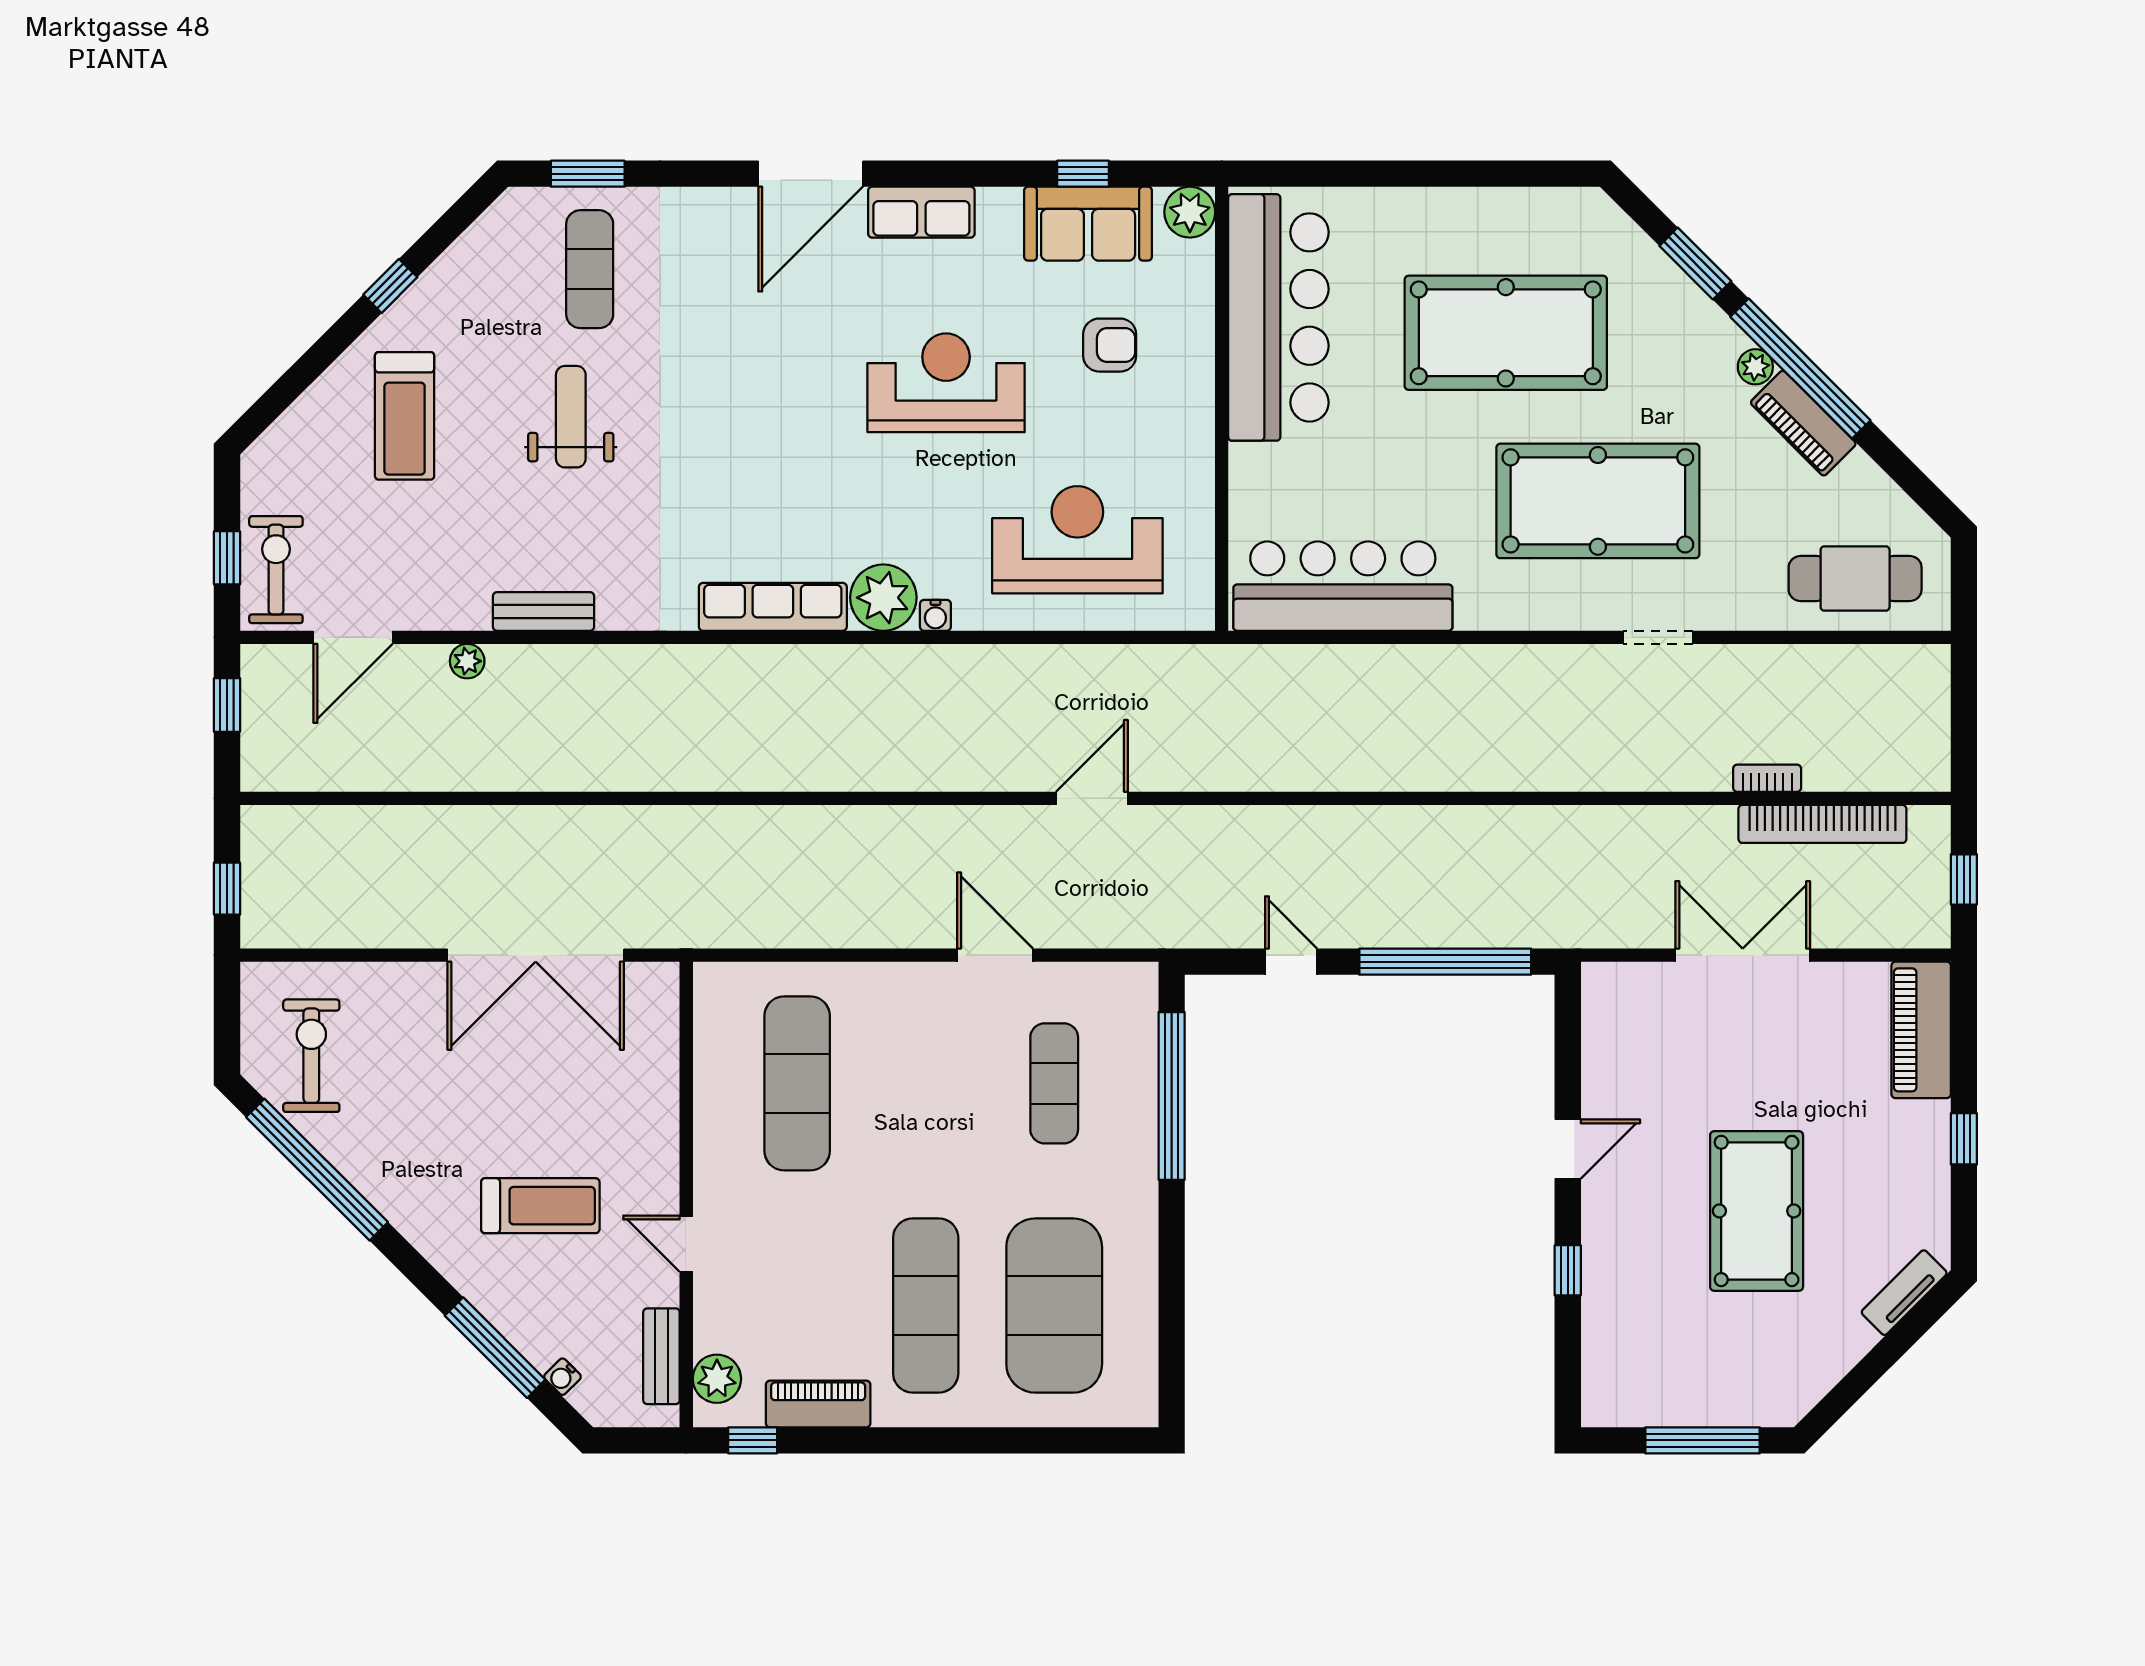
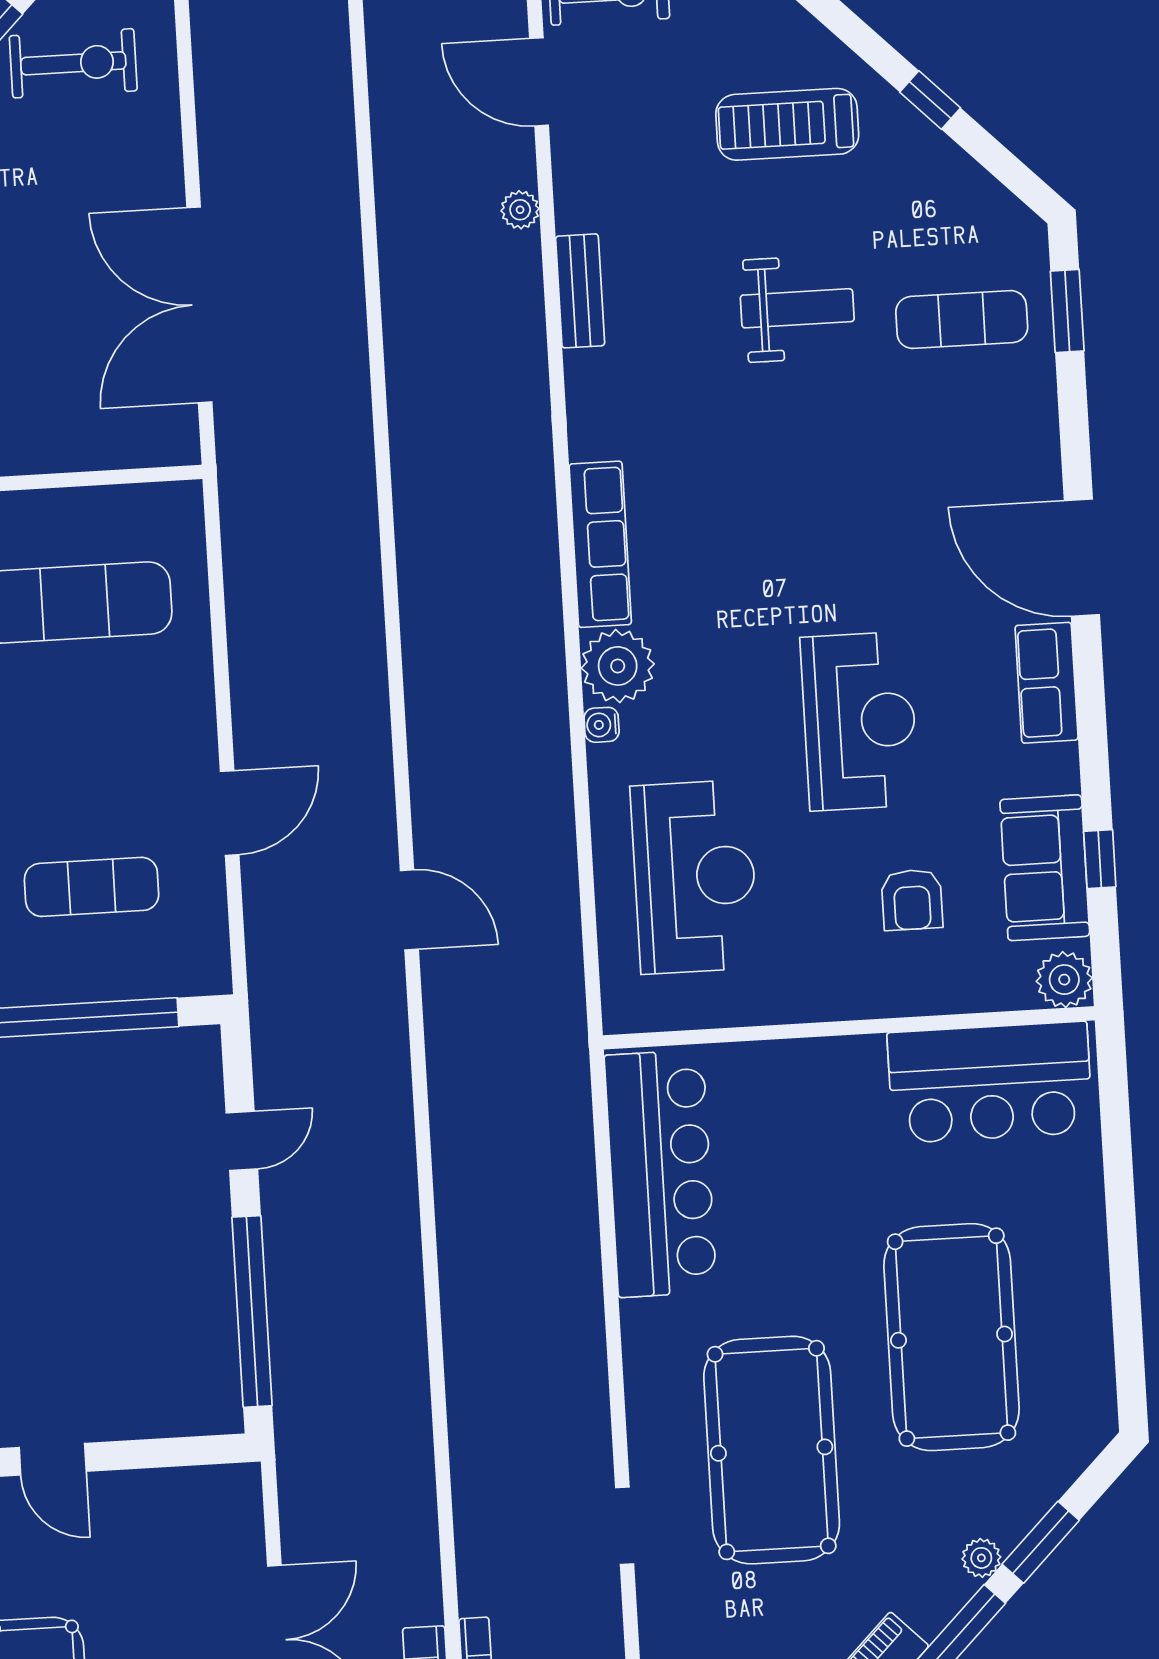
bar counter: (1278, 317) -> (990, 1082), width x0.73
plant: (1755, 367) -> (981, 1558), moved

